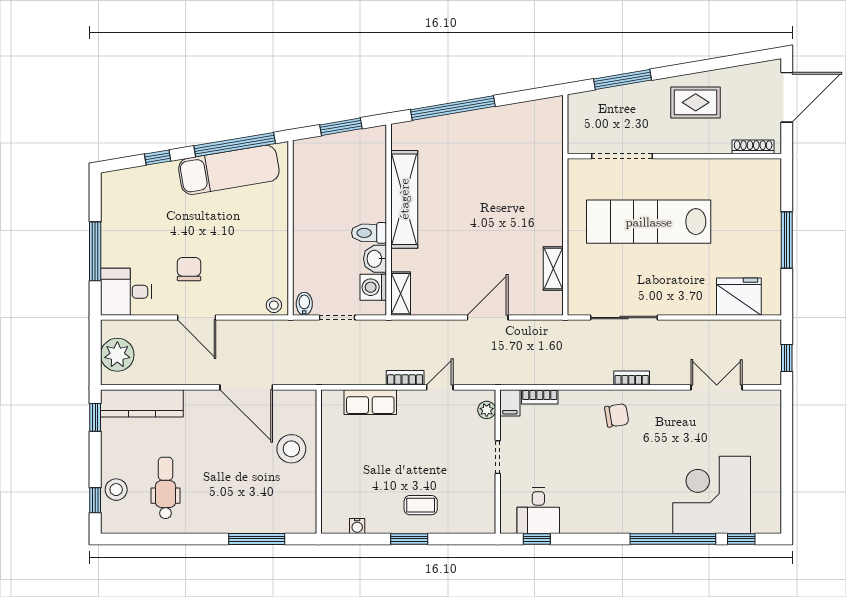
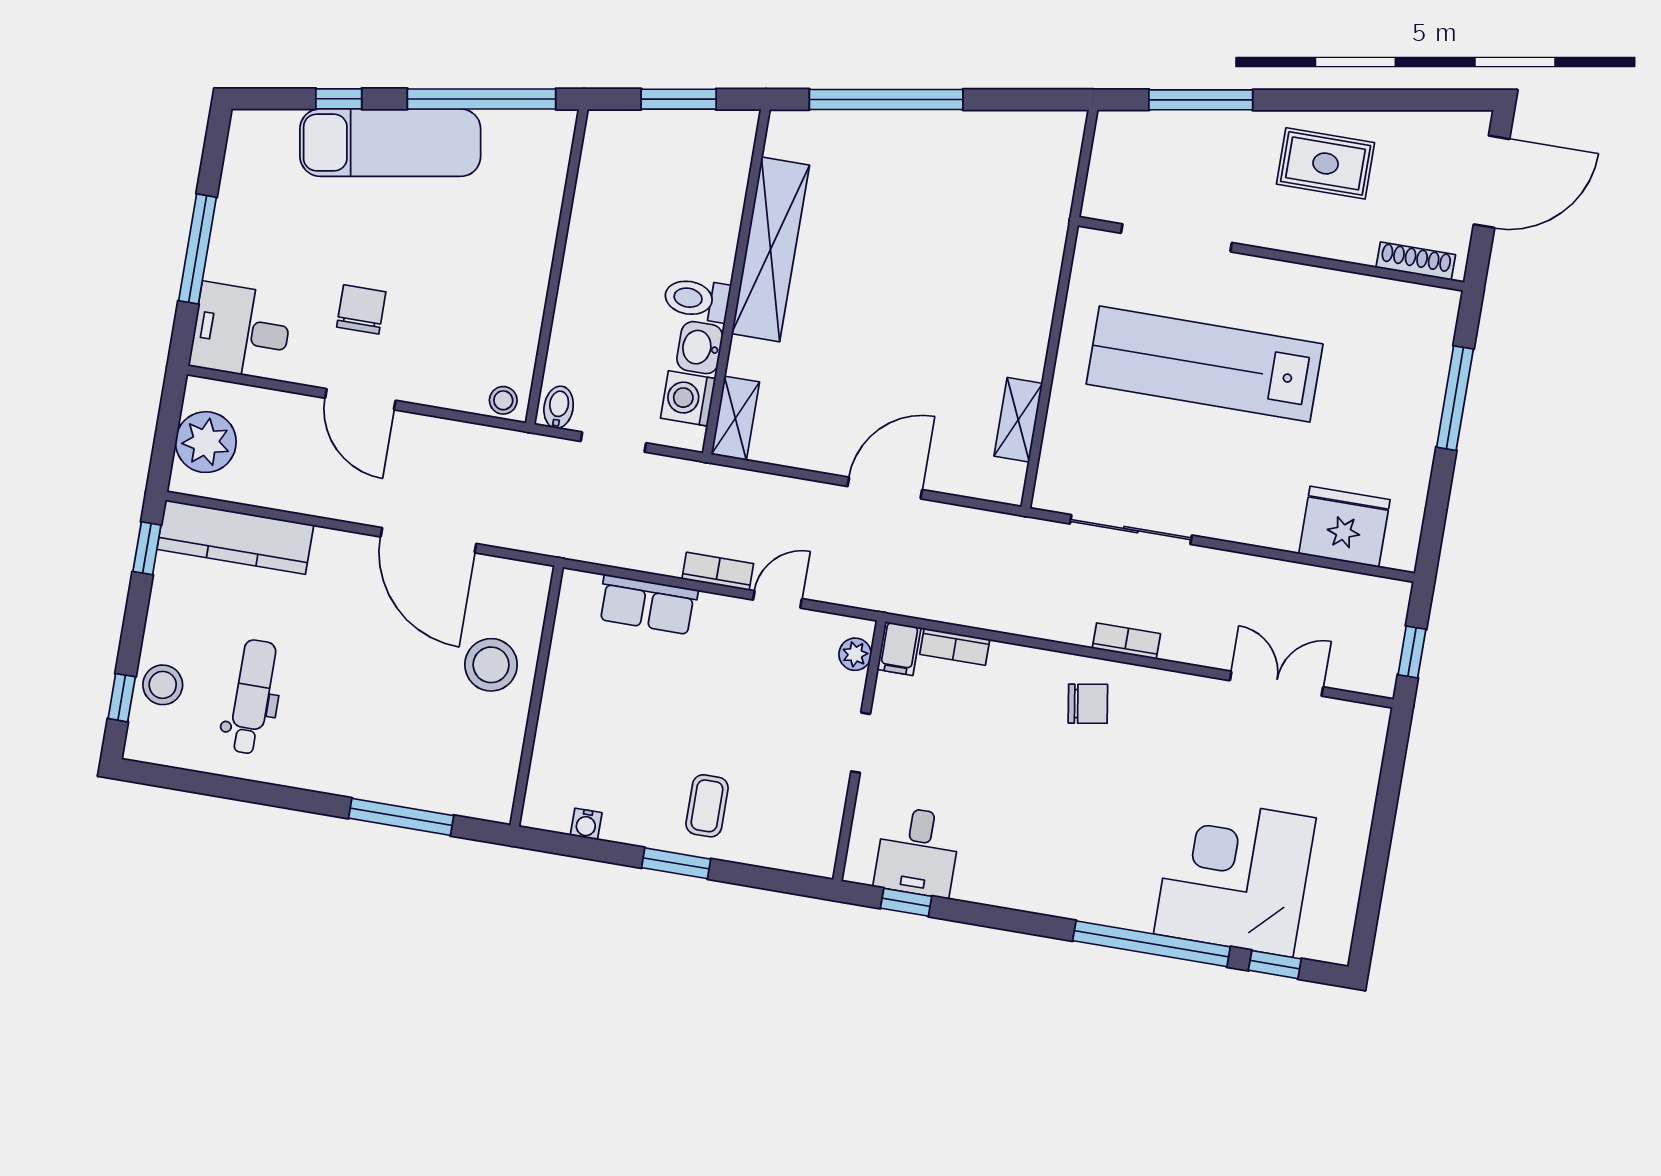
exam couch: (229, 170) -> (390, 143), moved
window: (787, 240) -> (1455, 398), moved
coffee table: (421, 505) -> (707, 806), turned 90

